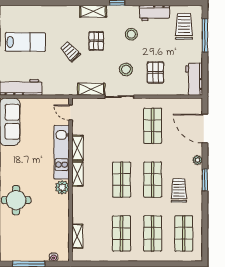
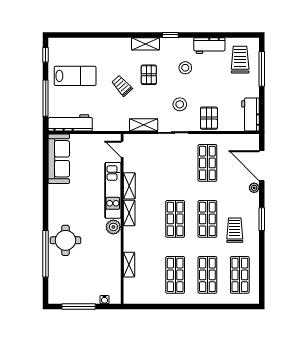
pallet: (155, 72) -> (209, 118), moved
plant: (197, 160) -> (254, 188), moved
shelving: (77, 236) -> (129, 265), moved

